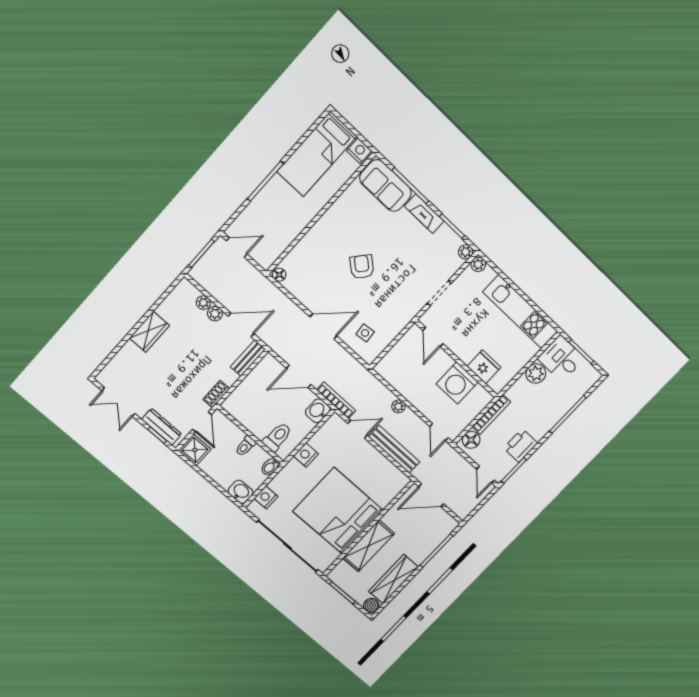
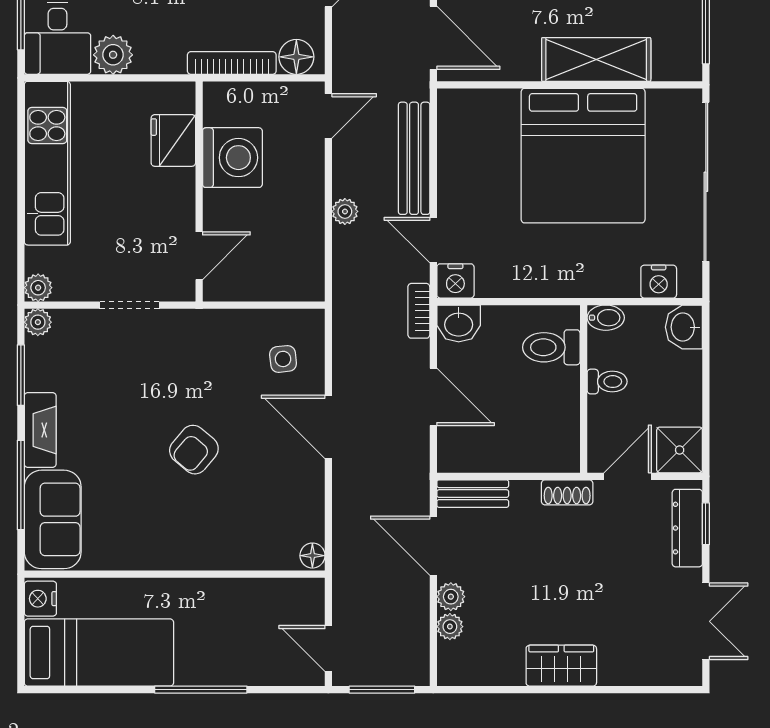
bookcase: (336, 400) -> (419, 311), width x0.64
nightstand: (306, 455) -> (455, 281), moved

